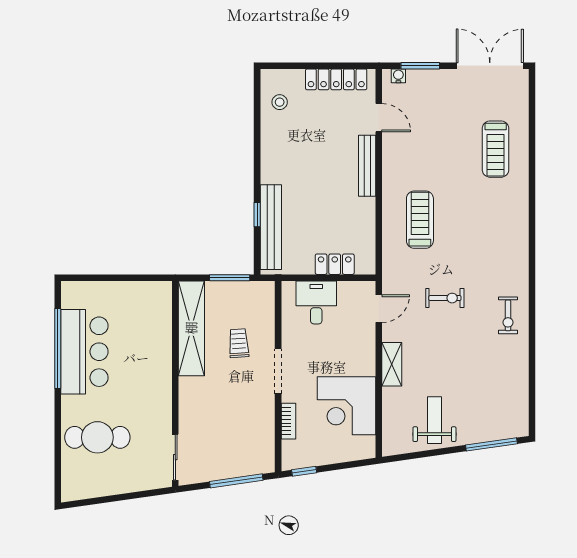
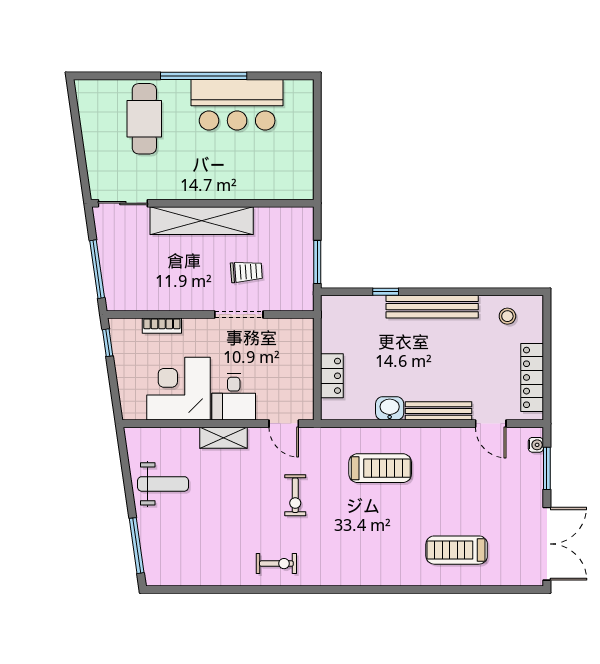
door: (379, 118) -> (491, 424), hinge flipped
washbasin: (365, 211) -> (390, 408), added
bench: (271, 227) -> (432, 307), moved
desk: (316, 302) -> (234, 397), moved, turned 90
exercise bike: (508, 315) -> (276, 564), turned 180
shelving: (191, 328) -> (202, 221), moved
window: (58, 348) -> (204, 76), moved
doorway: (278, 371) -> (239, 315), moved

